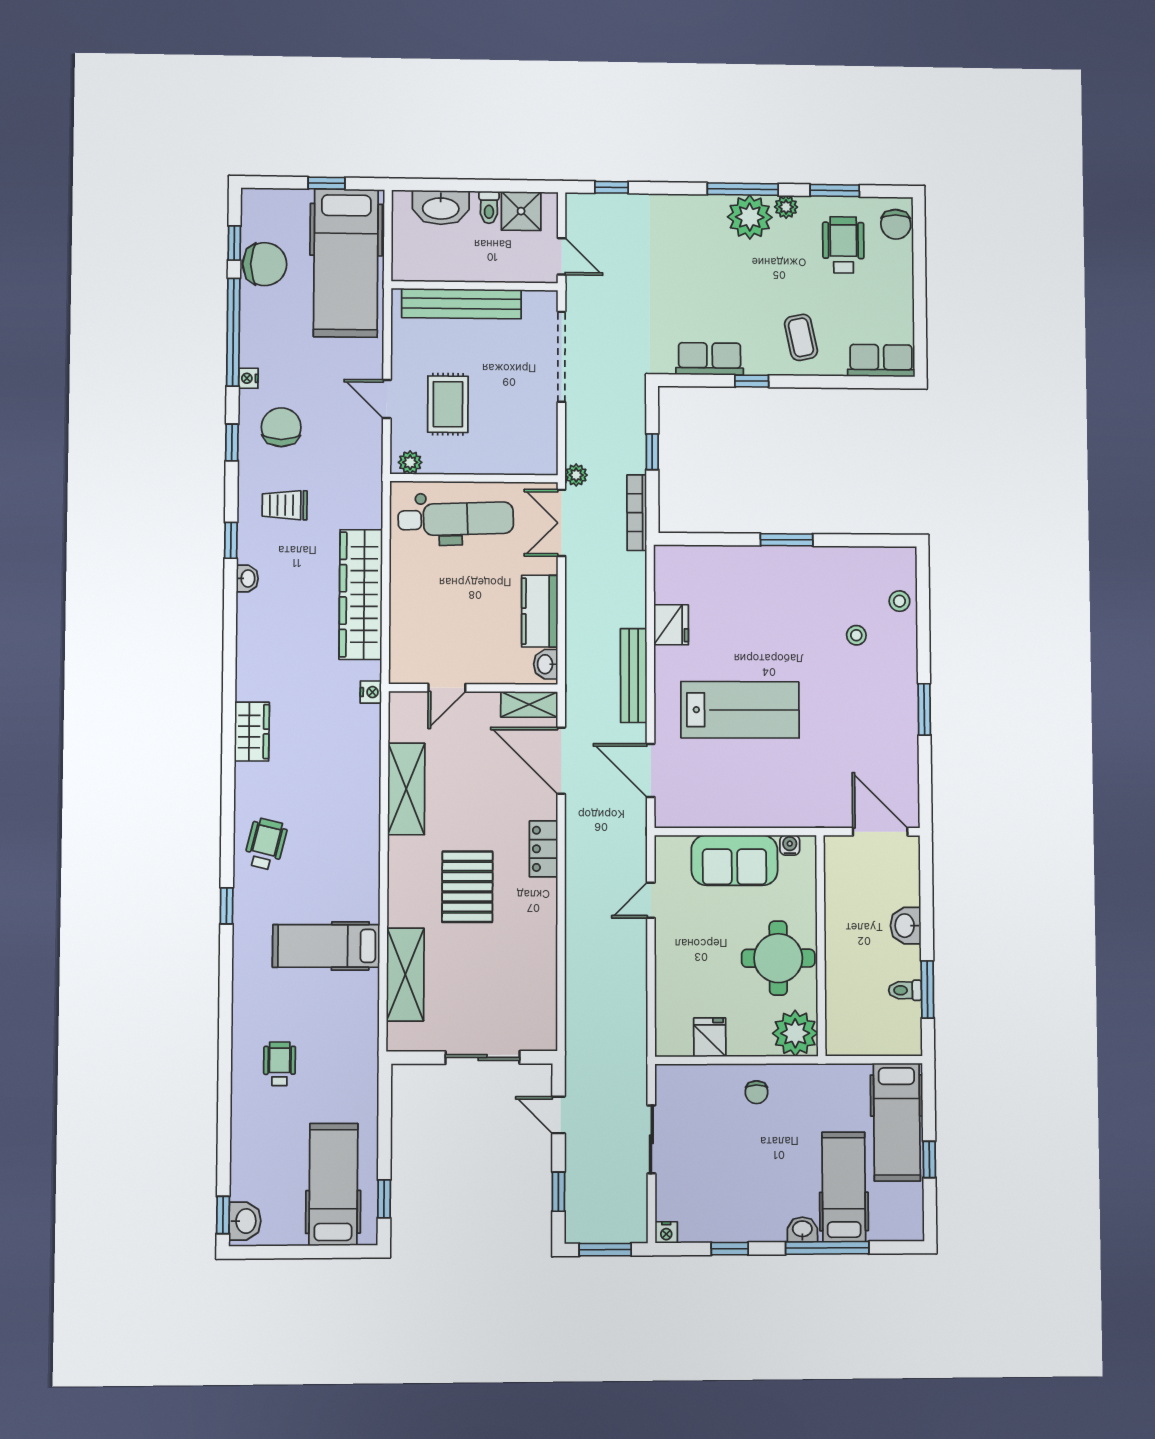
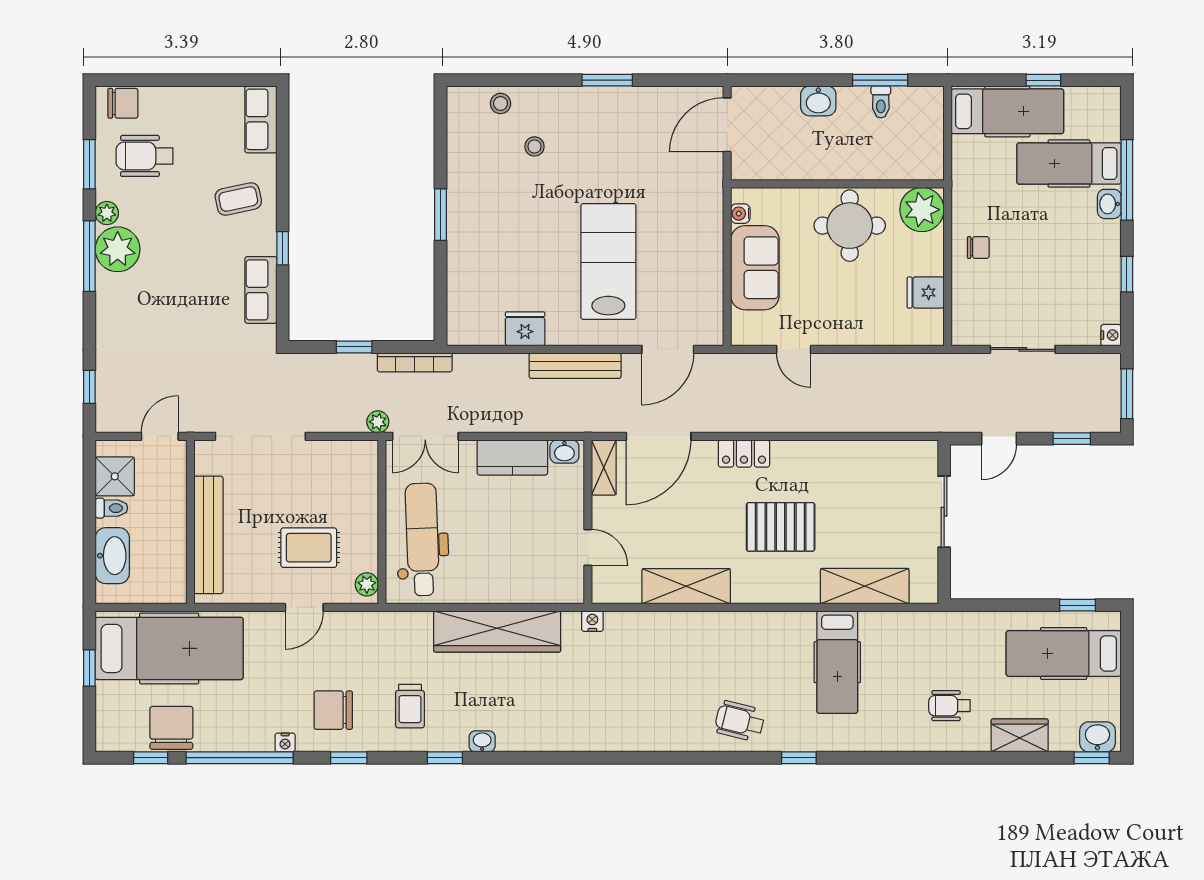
wardrobe: (252, 732) -> (1020, 735), moved

